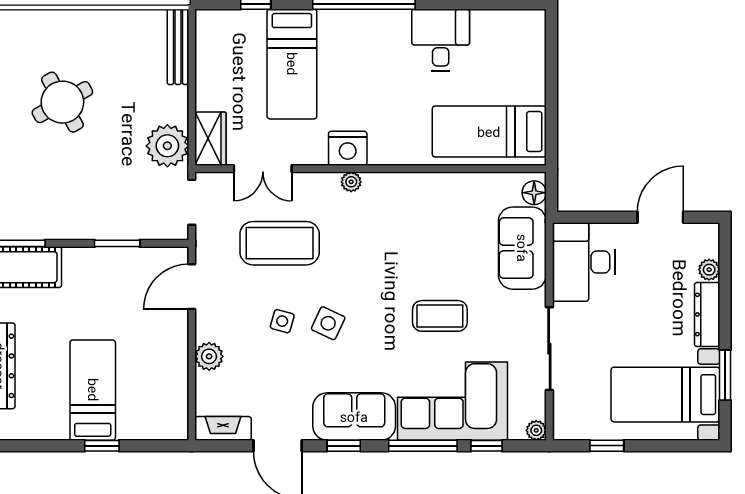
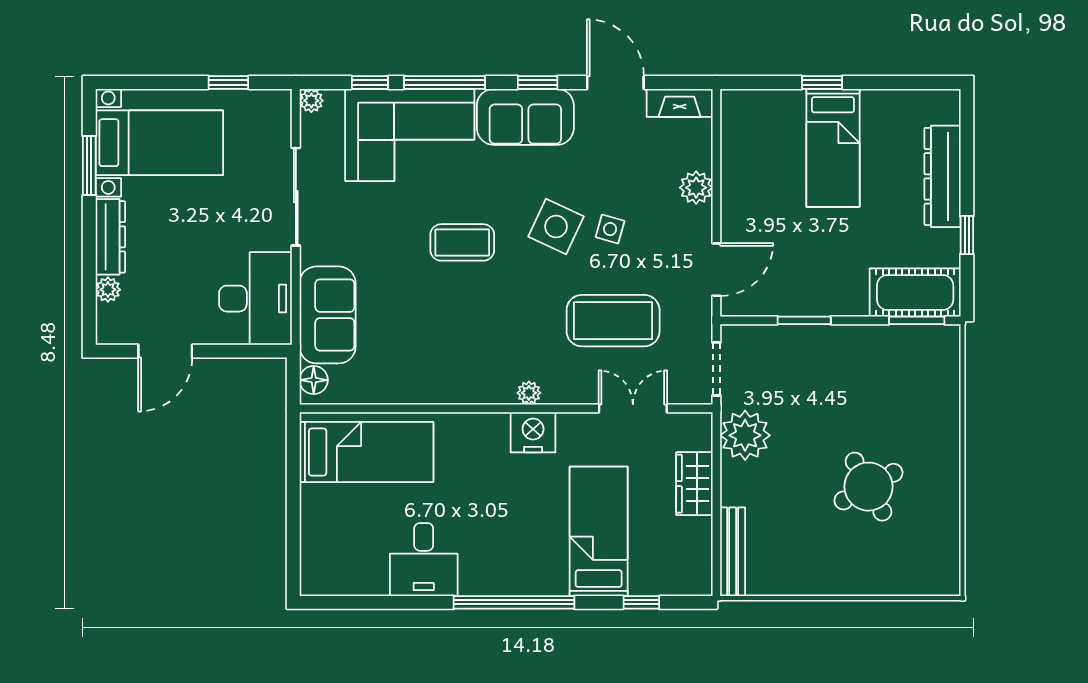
wardrobe: (210, 139) -> (694, 484), moved
coffee table: (440, 316) -> (462, 242), moved
side table: (328, 323) -> (556, 227), width x1.37, depth x1.37

